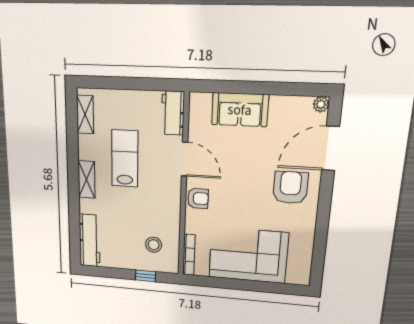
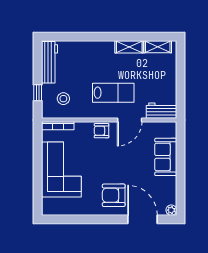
lab bench: (125, 159) -> (113, 93), moved
shelving: (87, 180) -> (129, 47), moved
armchair: (290, 188) -> (114, 195), turned 180
armchair: (198, 198) -> (102, 131), turned 90
workbench: (90, 240) -> (49, 62), moved, turned -90

